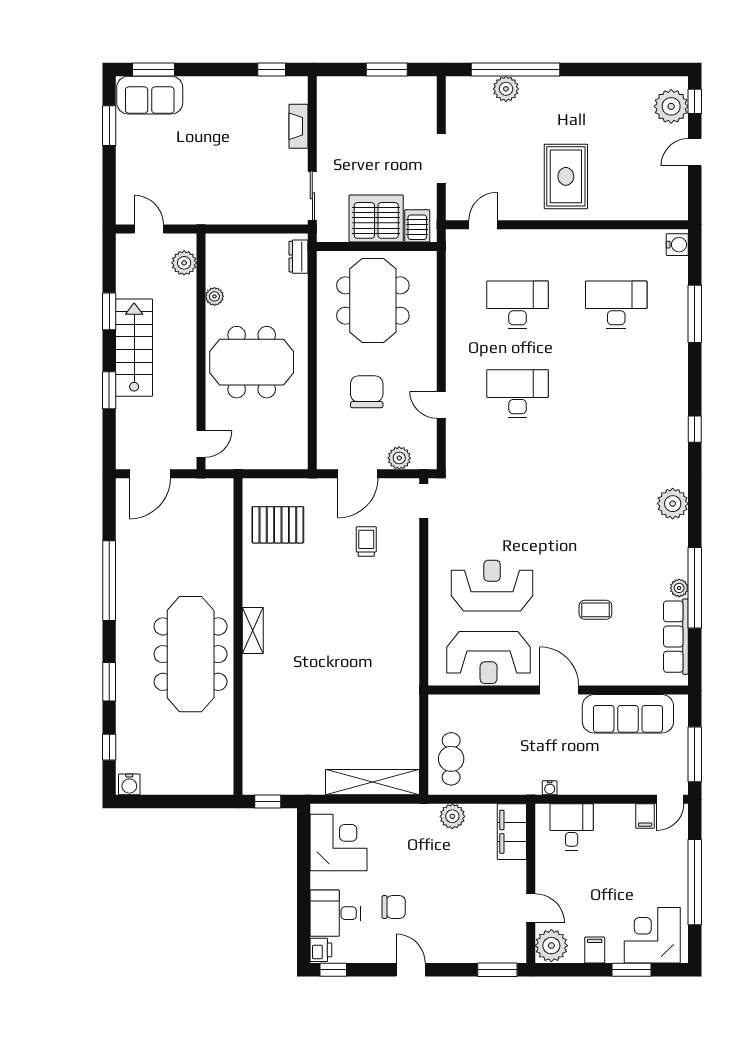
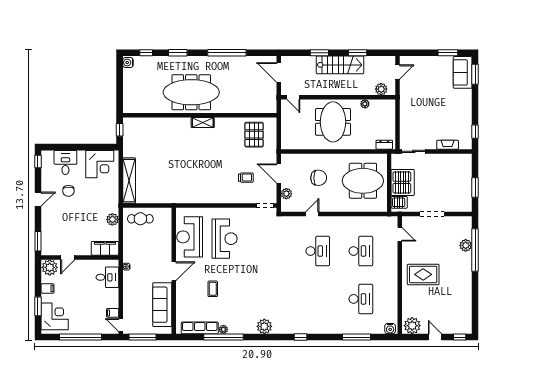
plant: (671, 106) -> (412, 326), moved
printer: (321, 950) -> (48, 156), removed

